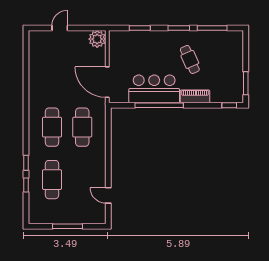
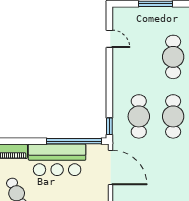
window: (159, 105) -> (74, 141), moved
window: (108, 118) -> (109, 126), added

